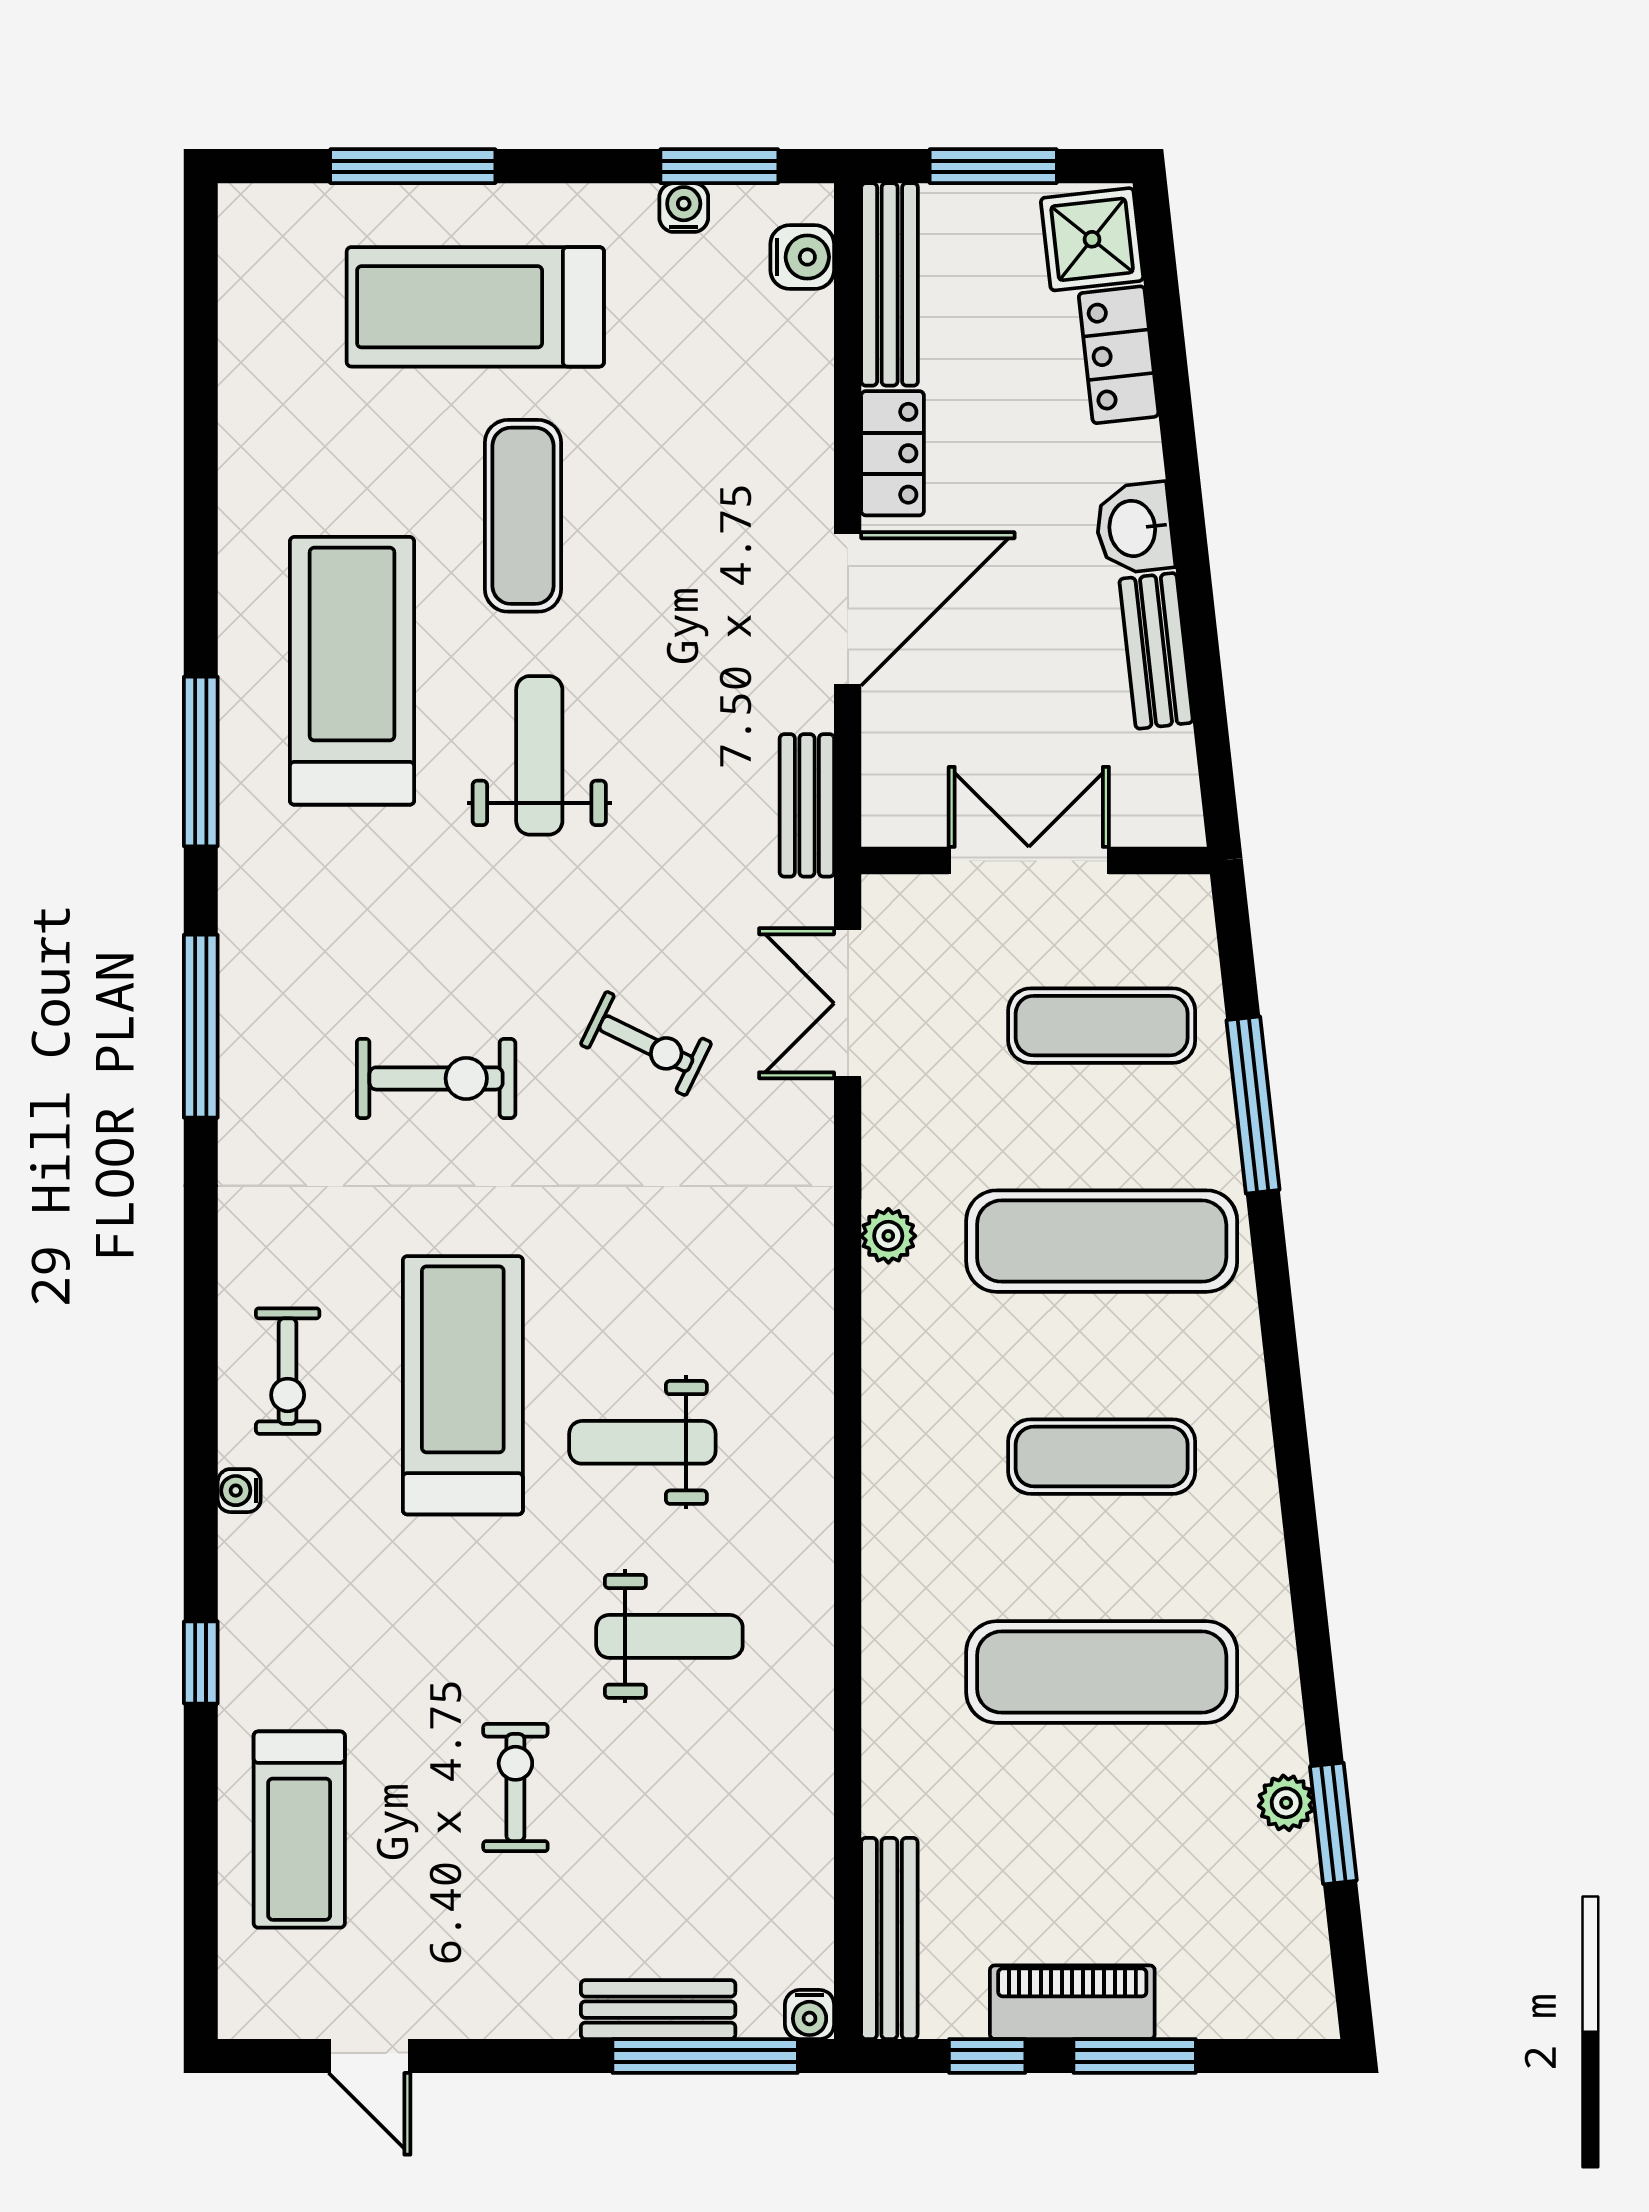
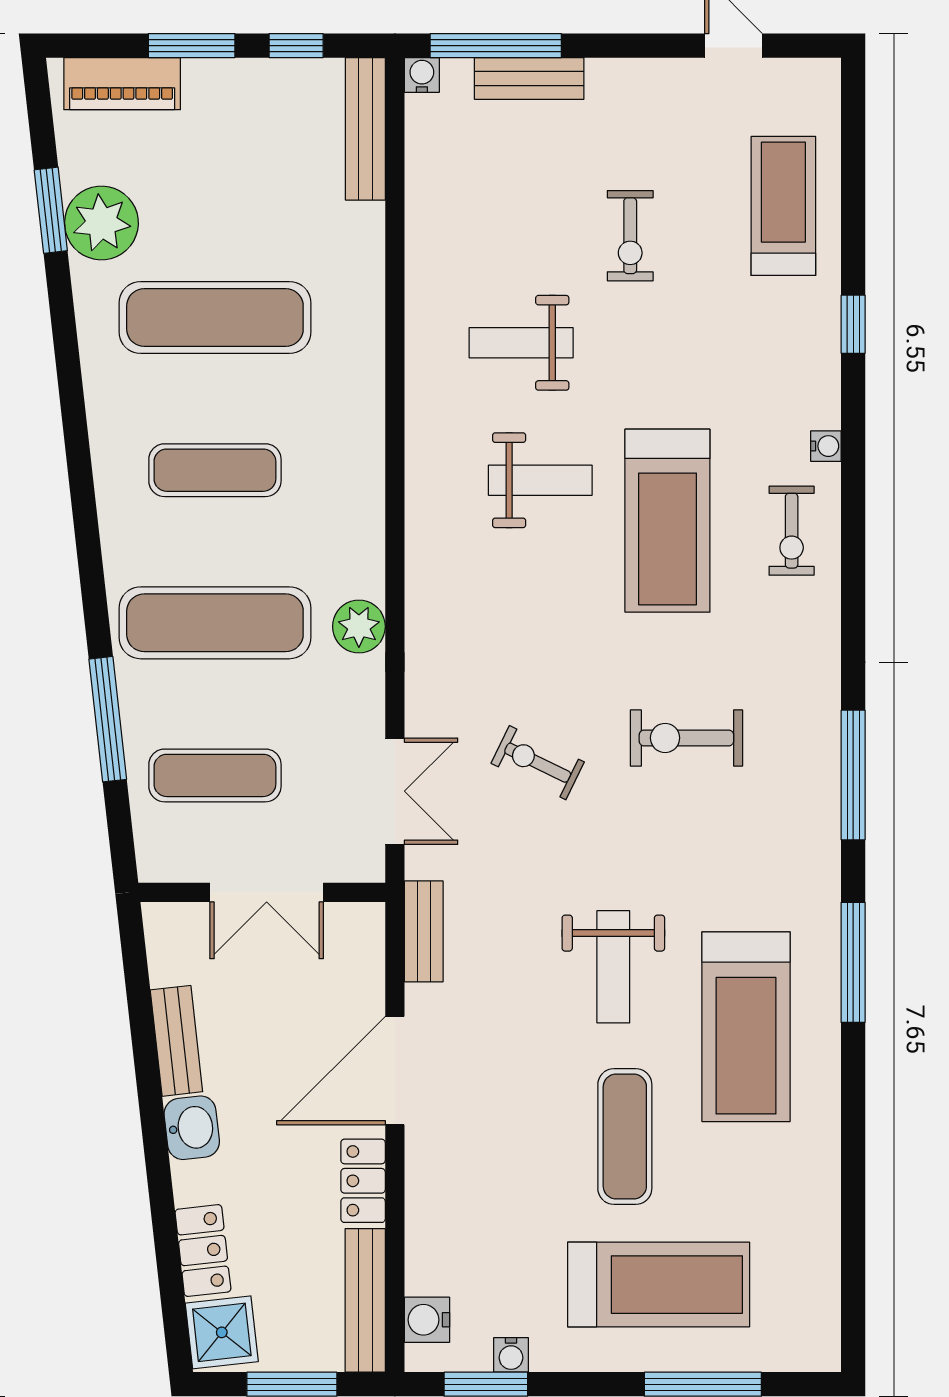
plant: (888, 1236) -> (359, 626), width x1.38, depth x1.38
exercise bike: (288, 1371) -> (792, 531), turned 180
plant: (1286, 1803) -> (101, 223), width x1.87, depth x1.87
piano: (1072, 2002) -> (122, 84), moved

